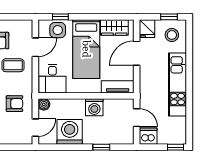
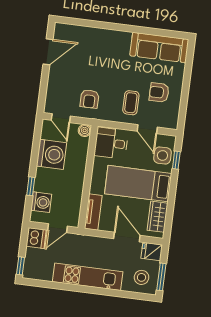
window: (169, 17) -> (161, 277), width x1.50
washing machine: (94, 107) -> (41, 202), moved, turned 180

